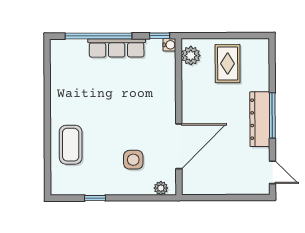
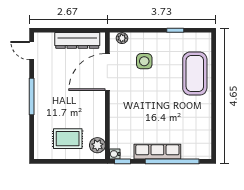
rug: (228, 64) -> (68, 139), turned 90
dresser: (260, 119) -> (77, 40), moved, turned 90
coffee table: (71, 145) -> (195, 74), width x1.36, depth x1.32

